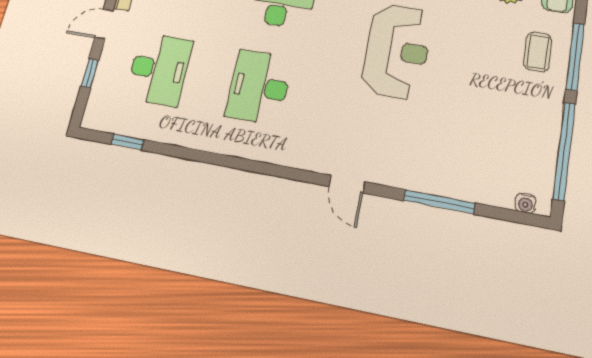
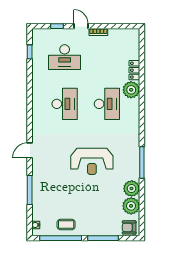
coffee table: (538, 52) -> (66, 225), moved
desk: (259, 87) -> (65, 104), turned 90

